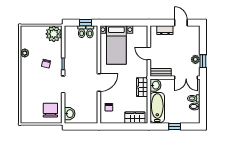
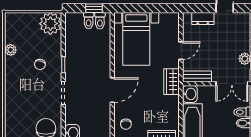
door: (149, 54) -> (181, 51), swing flipped
wardrobe: (142, 87) -> (172, 82), moved

